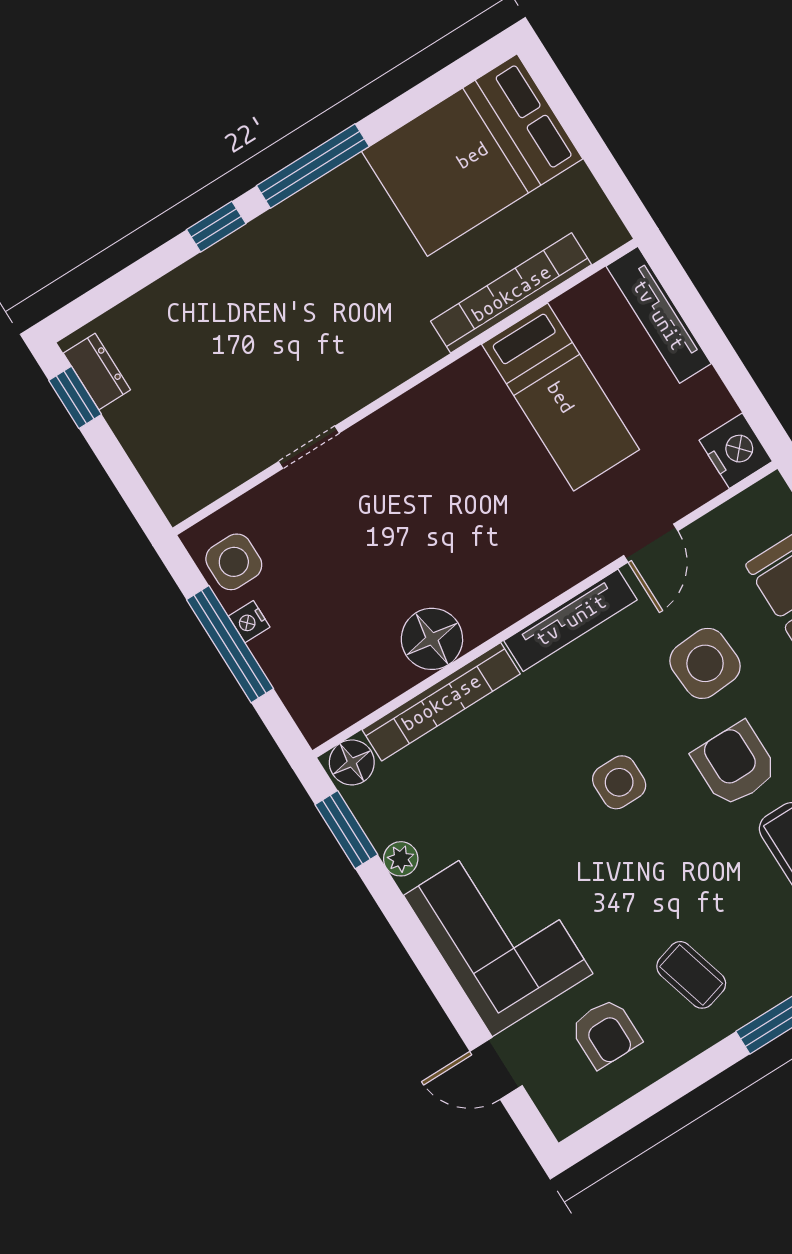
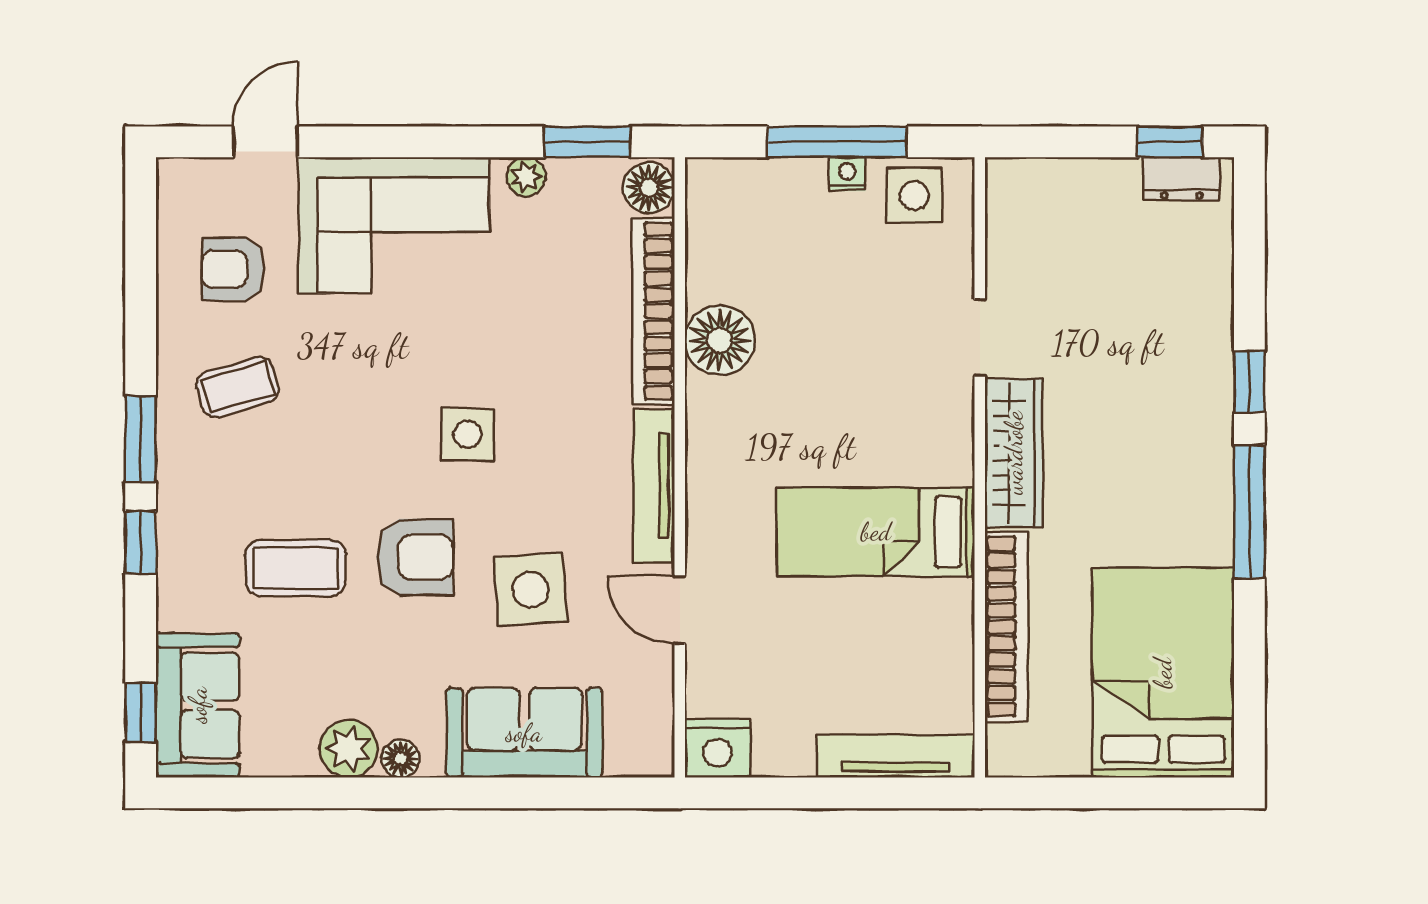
wardrobe: (379, 368) -> (1014, 453), added
bed: (561, 397) -> (876, 532), moved

